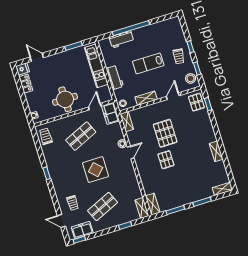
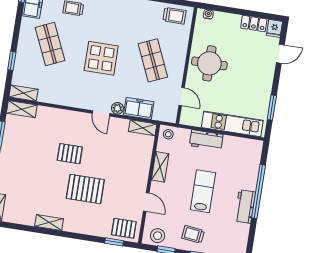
workbench: (121, 39) -> (245, 206), moved
freezer: (110, 113) -> (139, 108), moved
pallet: (165, 133) -> (85, 189), moved

